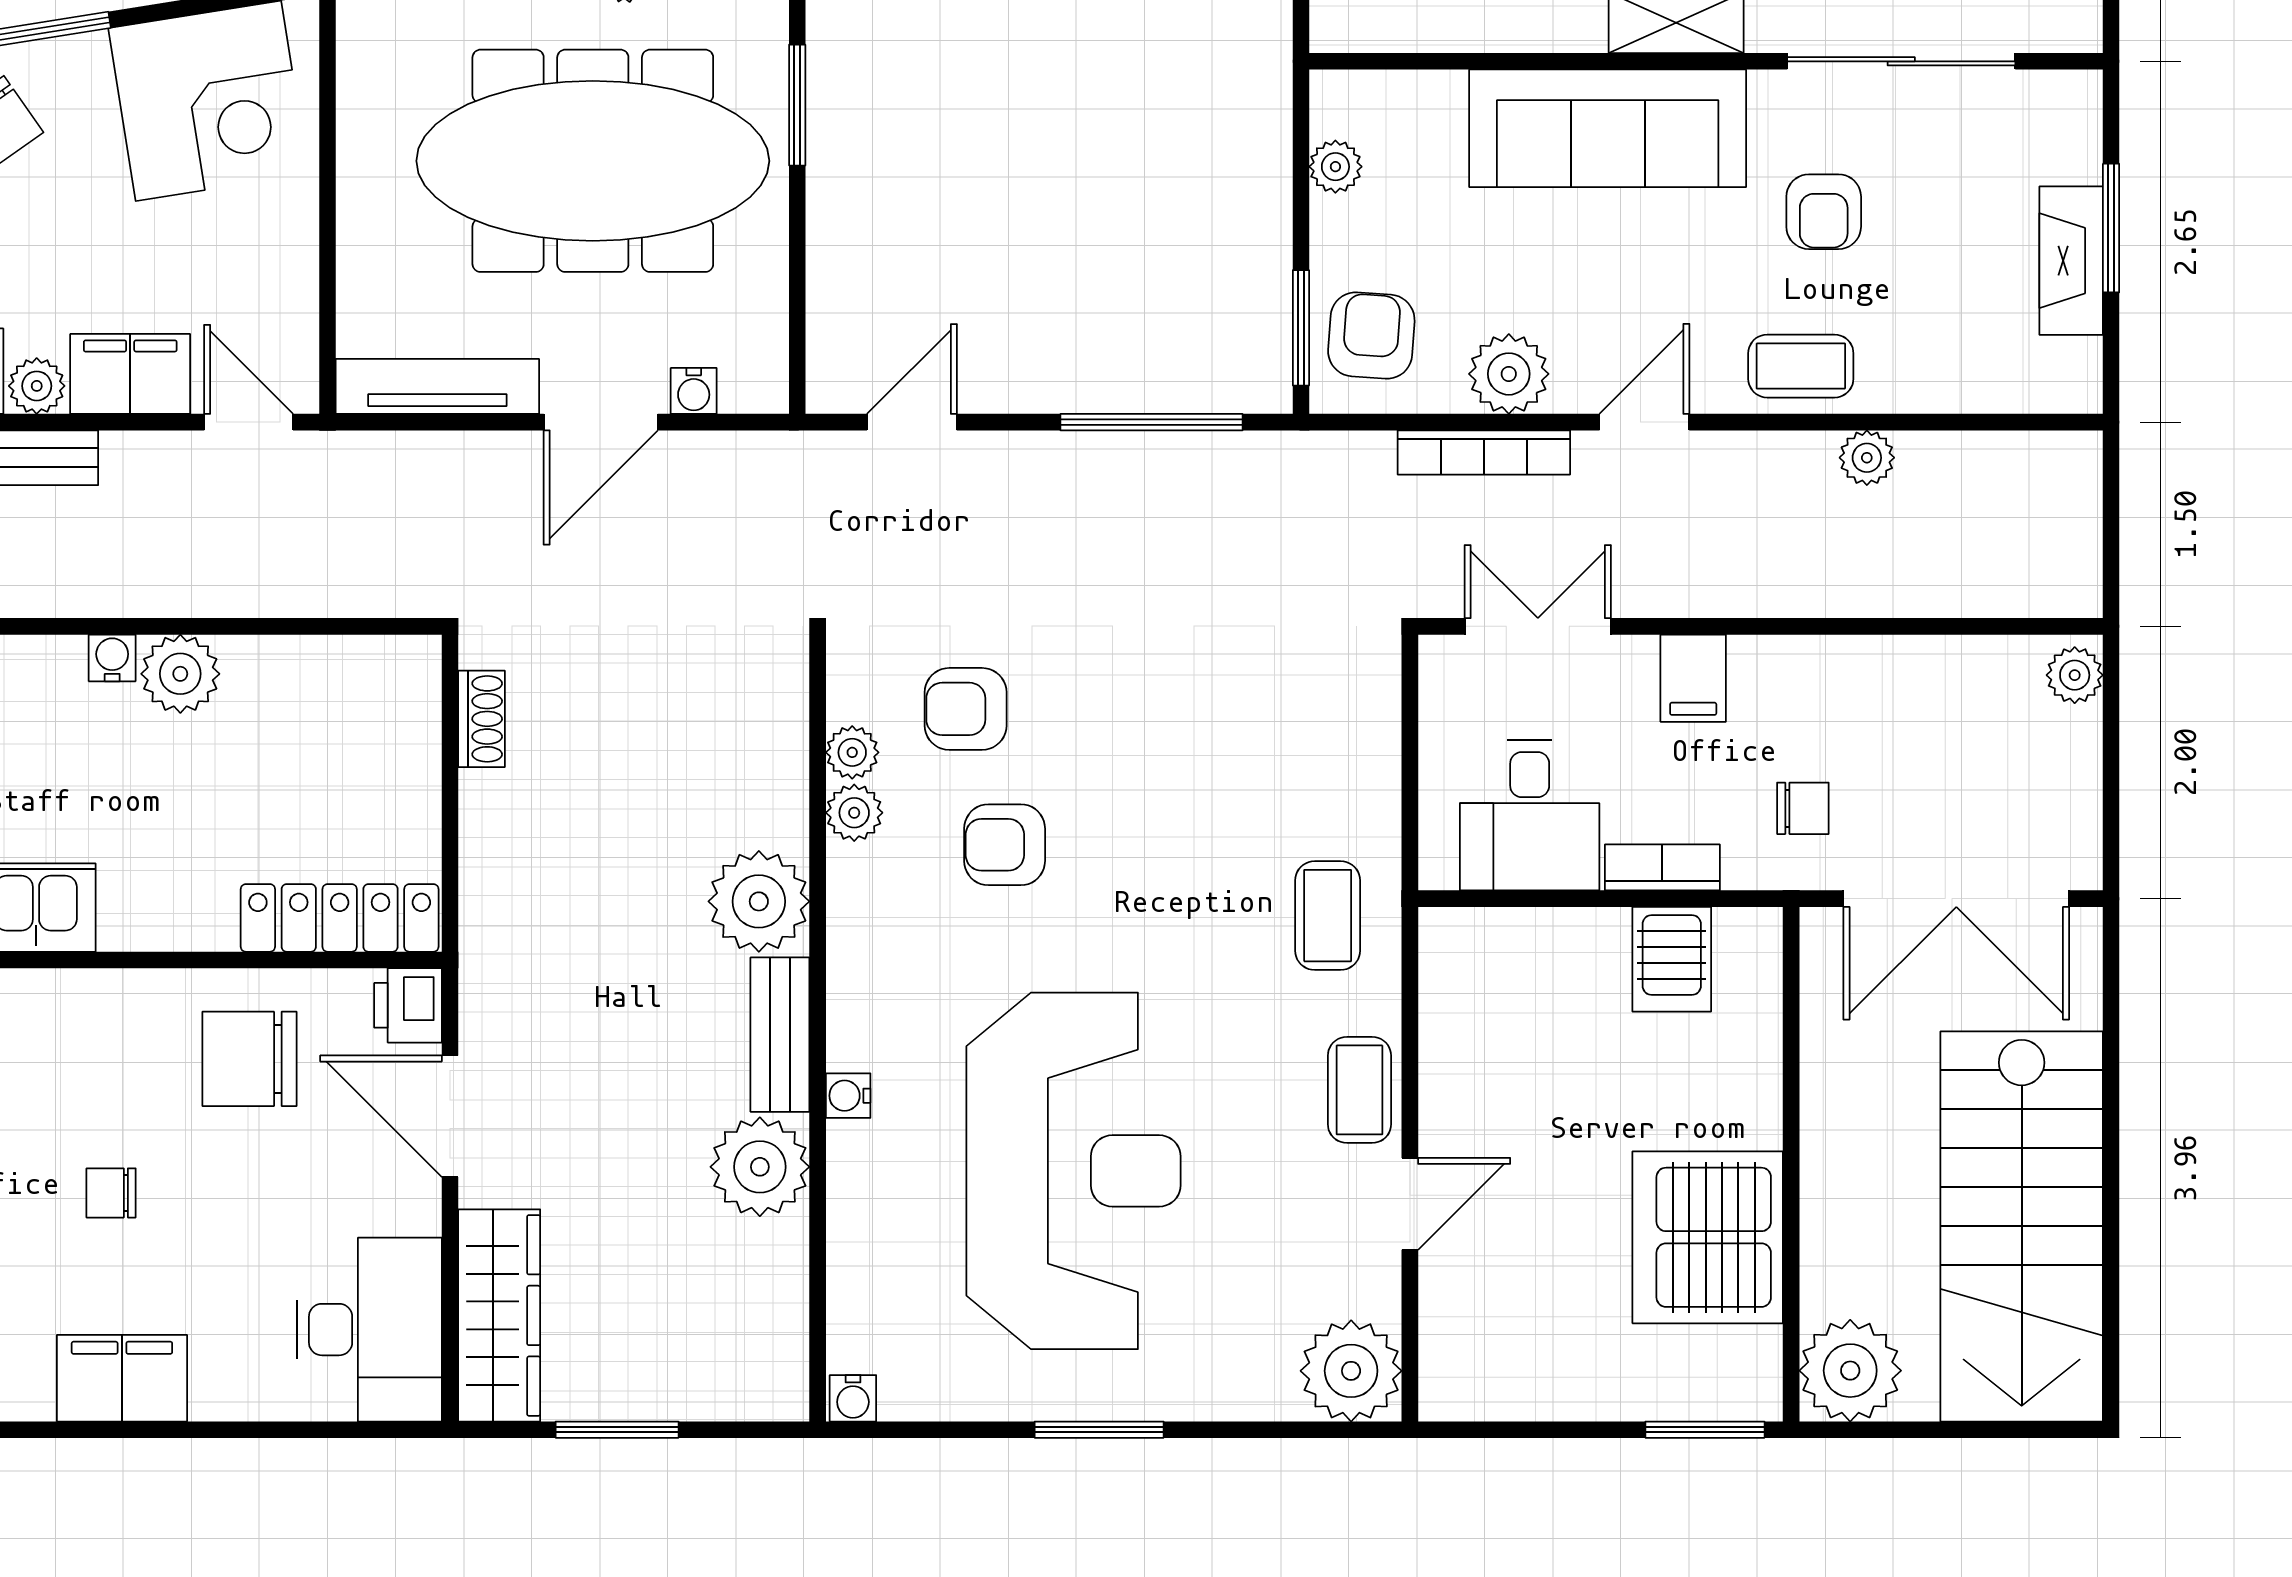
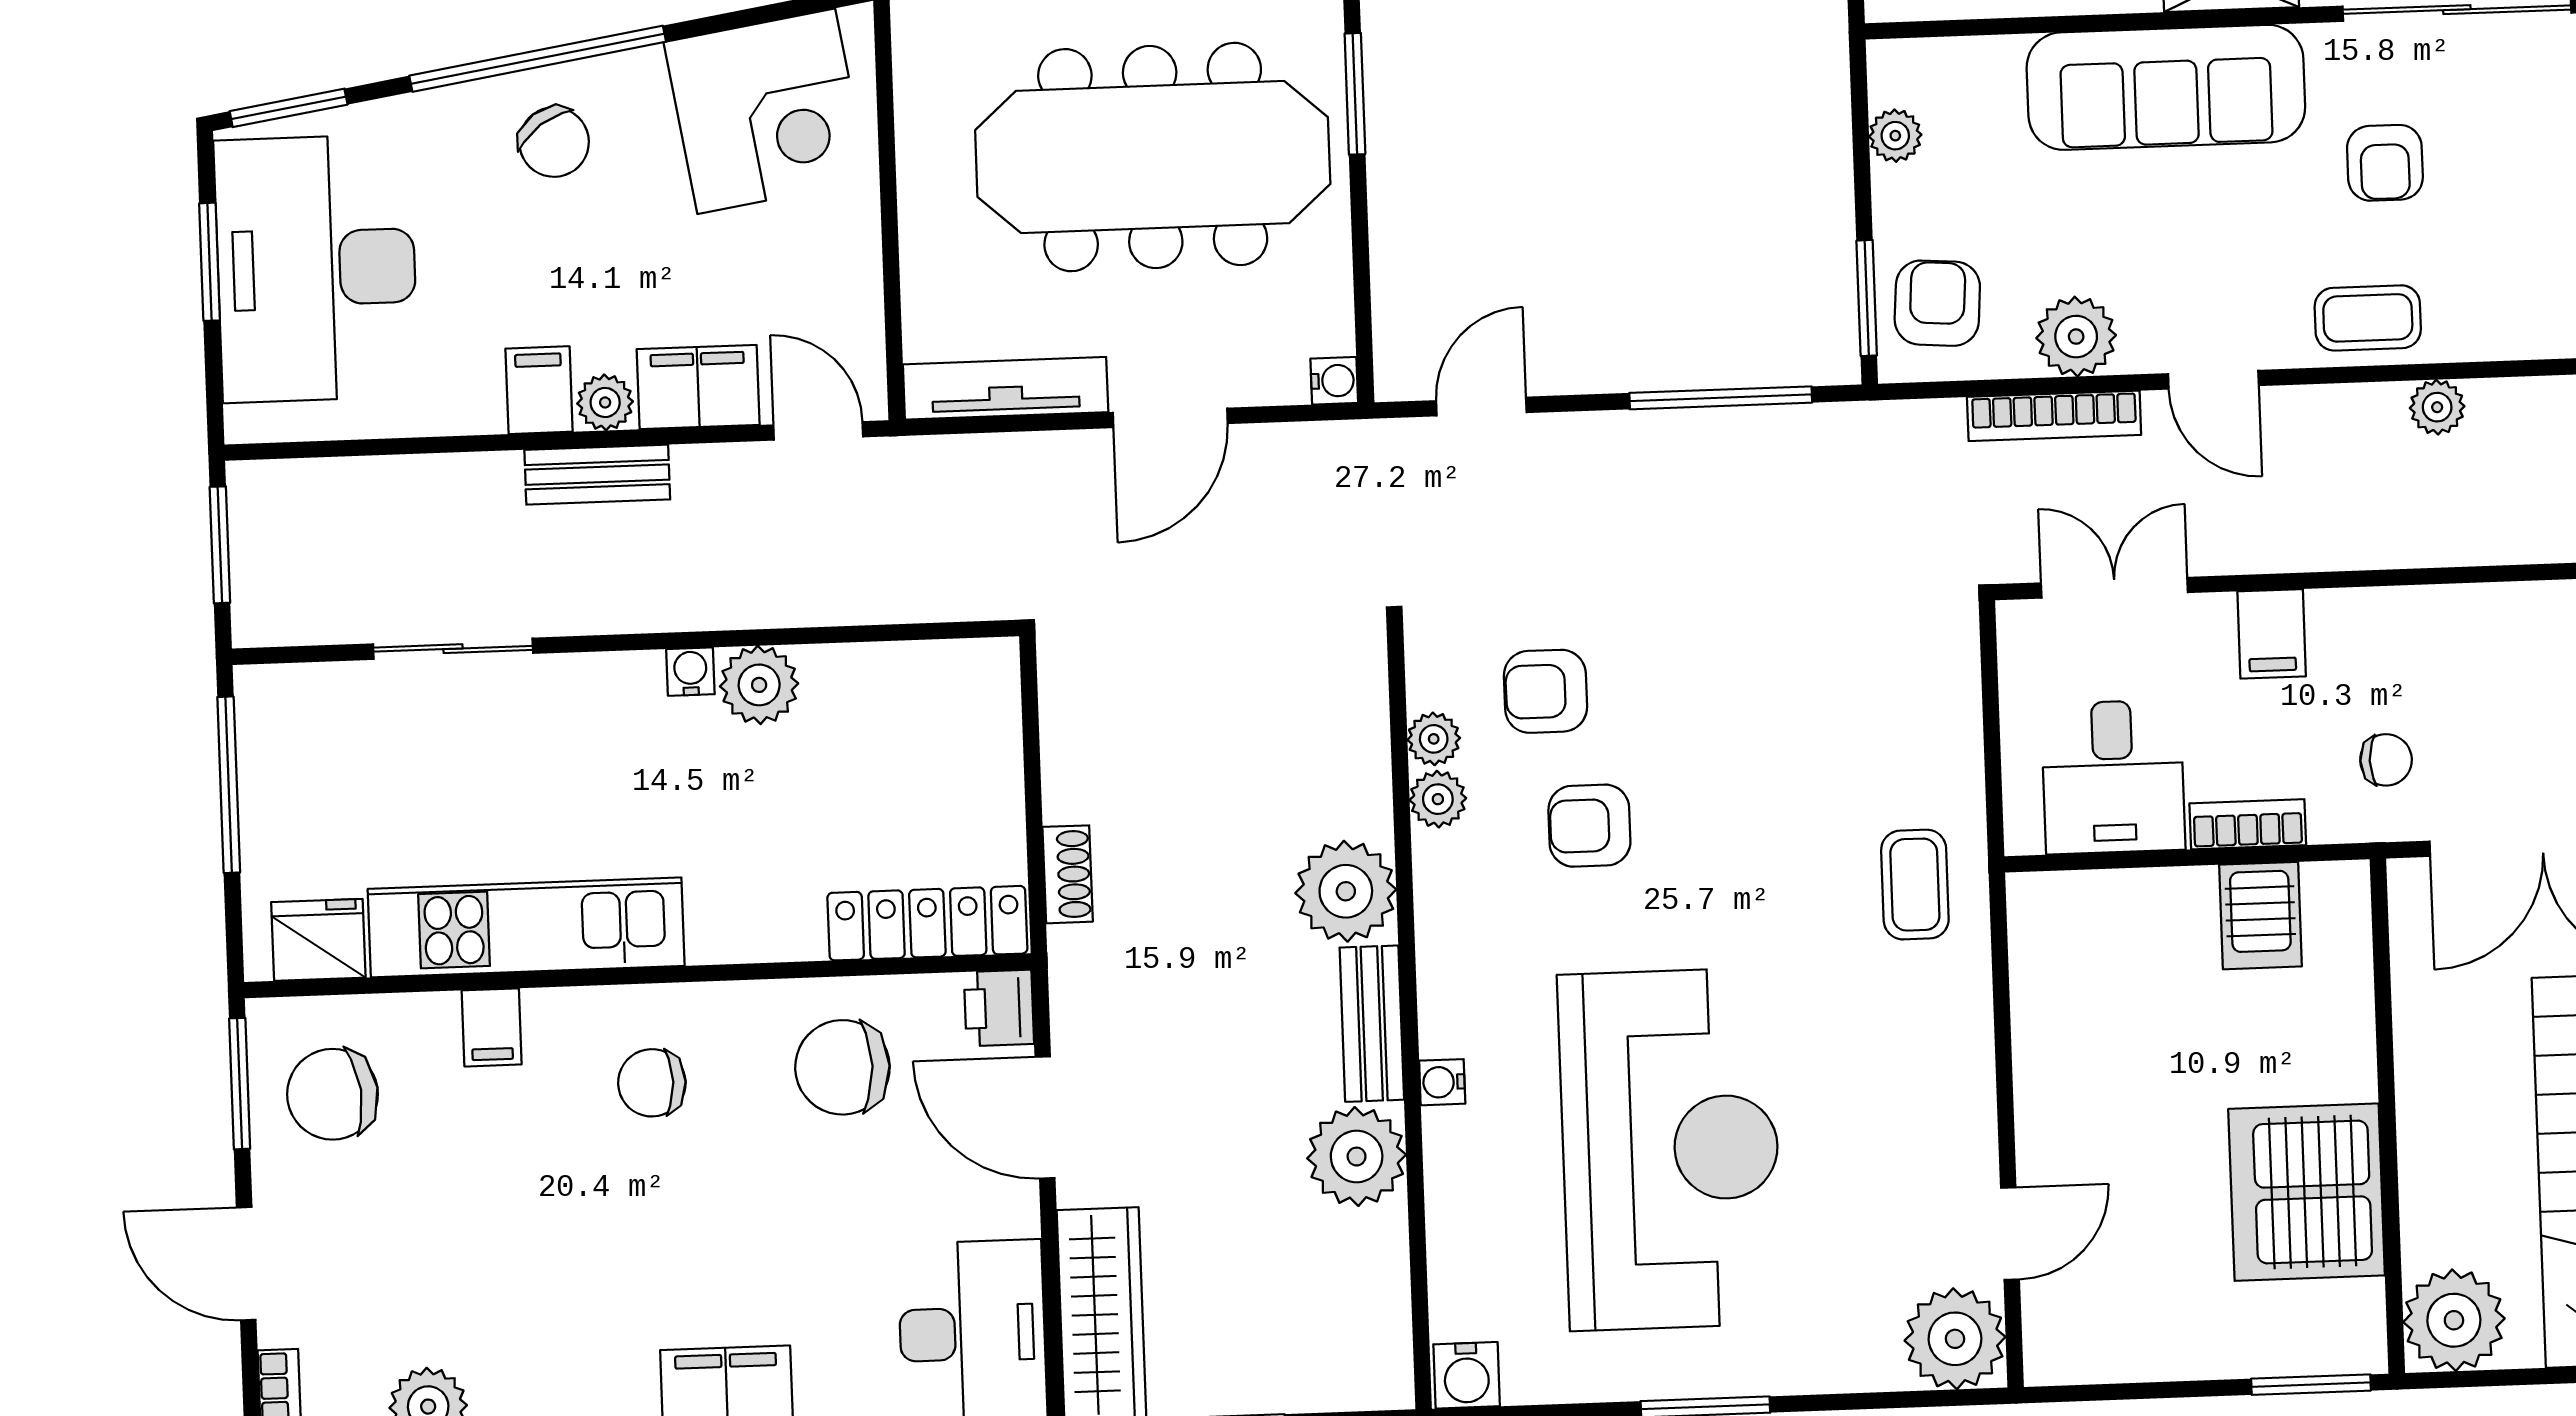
water cooler: (694, 391) -> (1334, 381), moved, turned -90
door: (1644, 422) -> (2213, 380), swing flipped
shoe rack: (482, 719) -> (1068, 874), moved
coffee table: (1359, 1090) -> (1953, 1058), removed
chair: (111, 1193) -> (652, 1083), moved, width x1.37, depth x1.37
door: (1410, 1204) -> (2010, 1234), moved
water cooler: (853, 1398) -> (1467, 1375), width x1.38, depth x1.38

